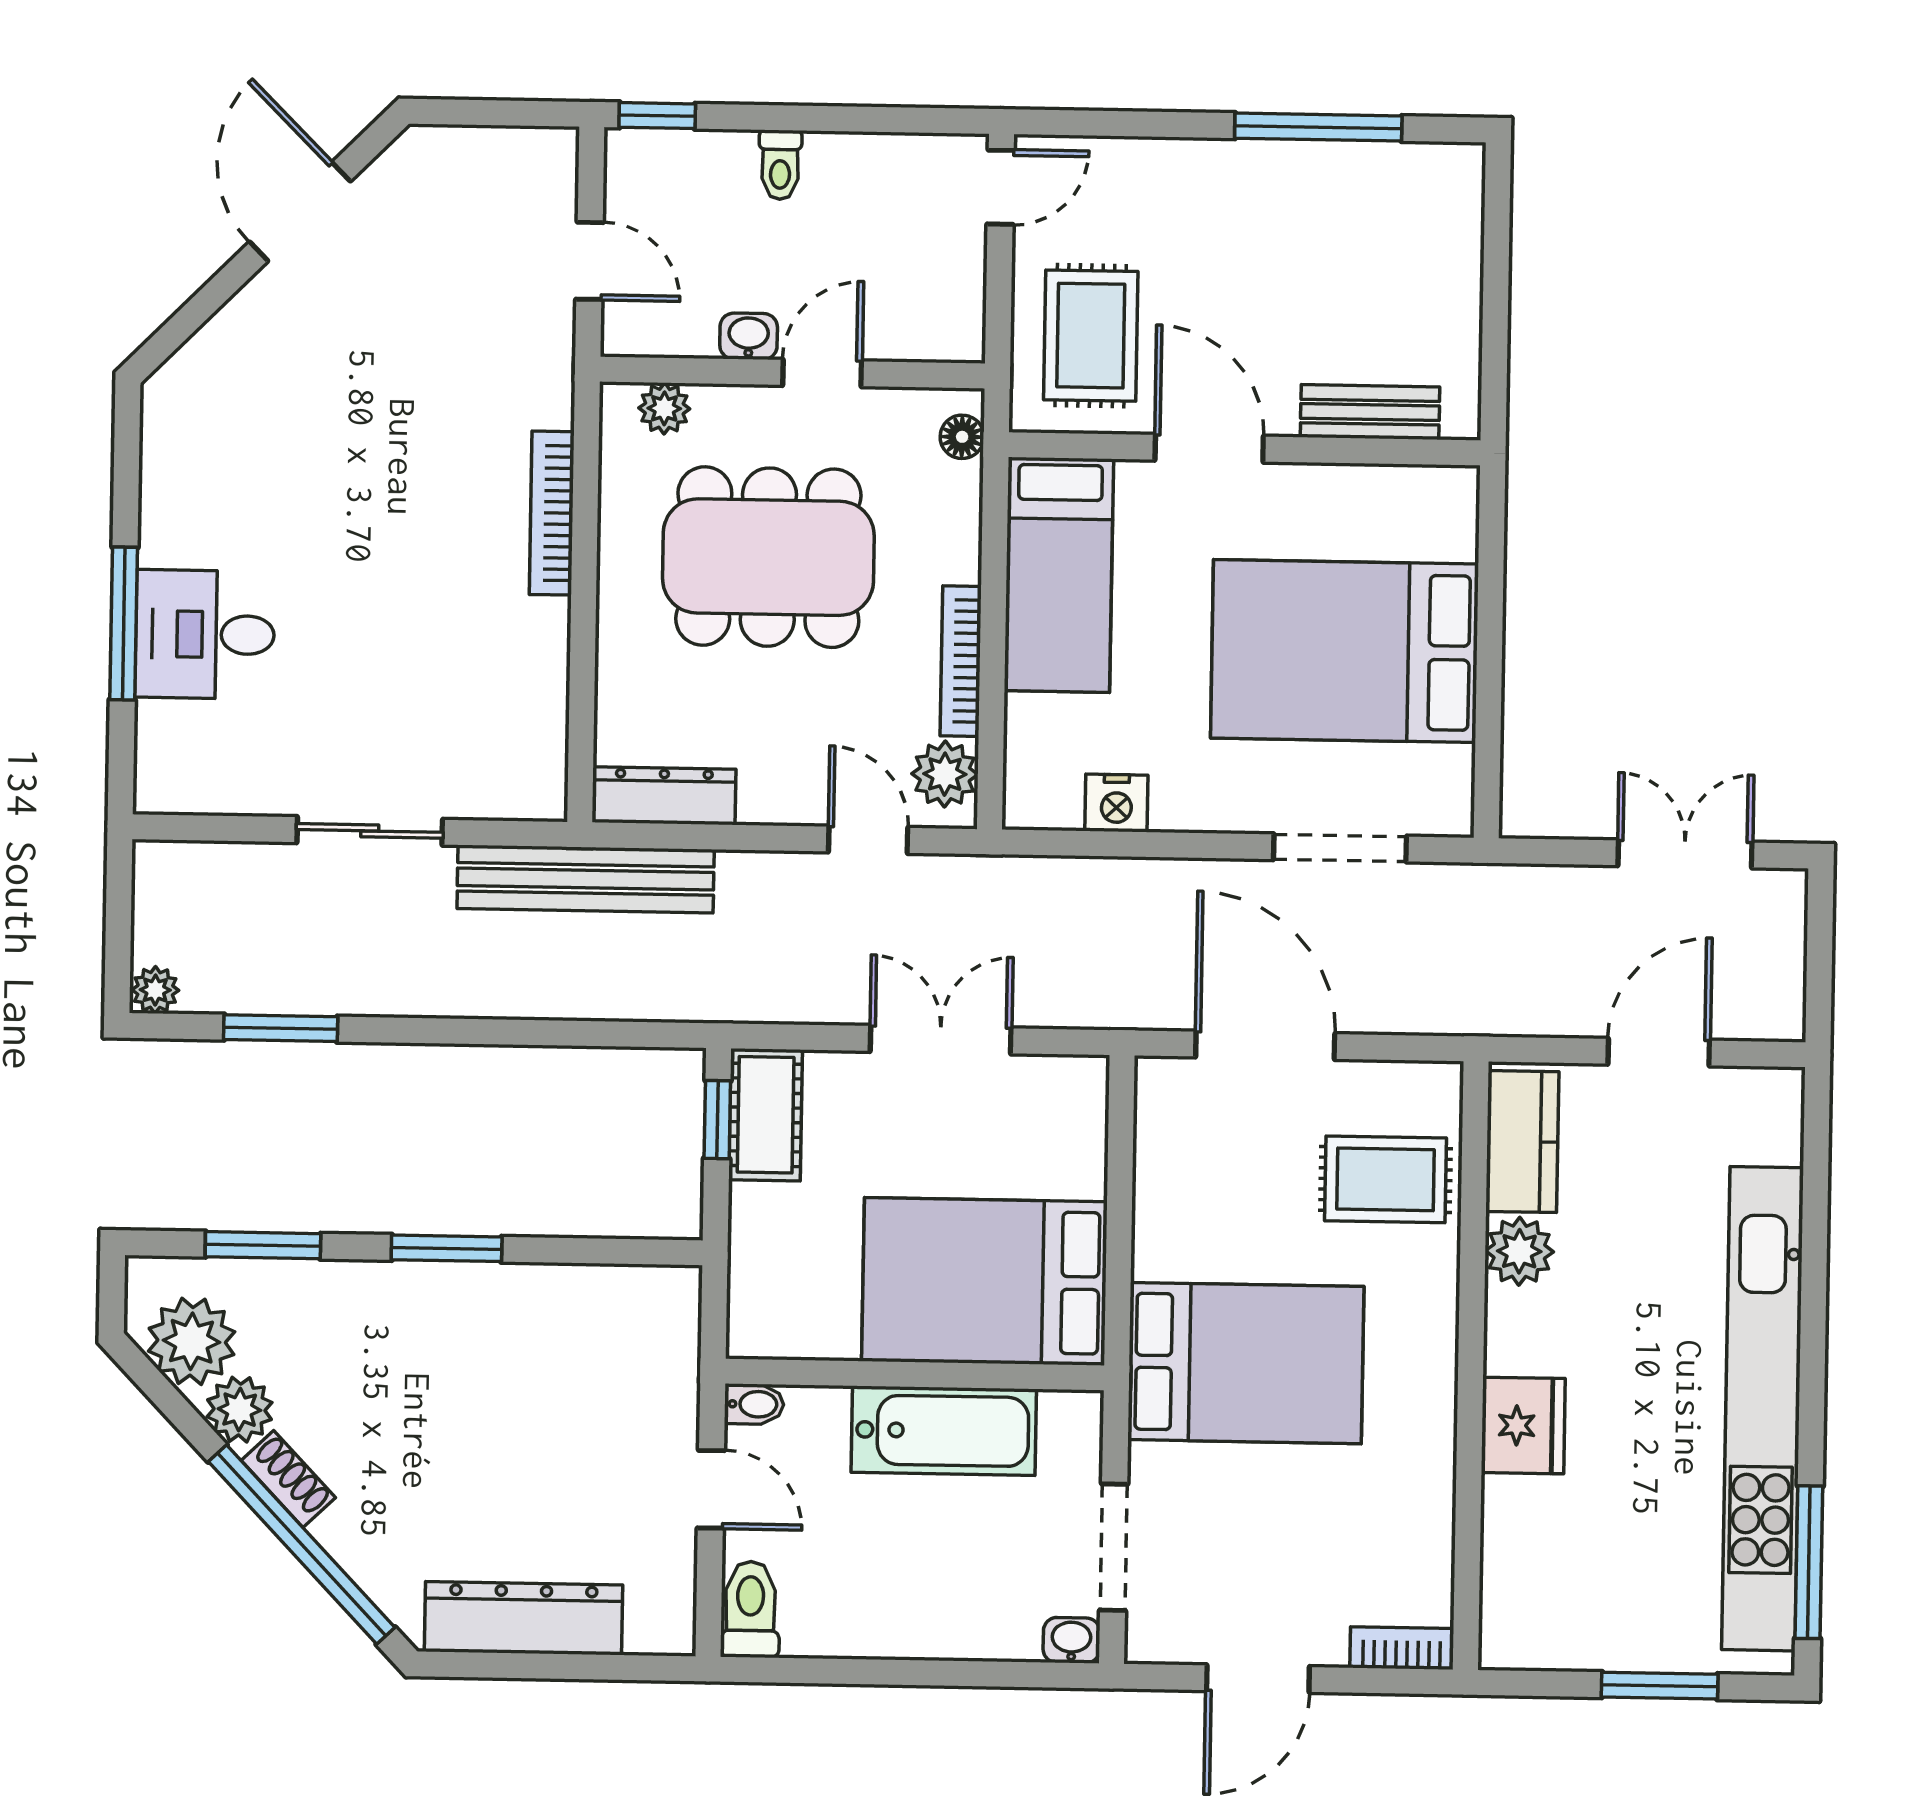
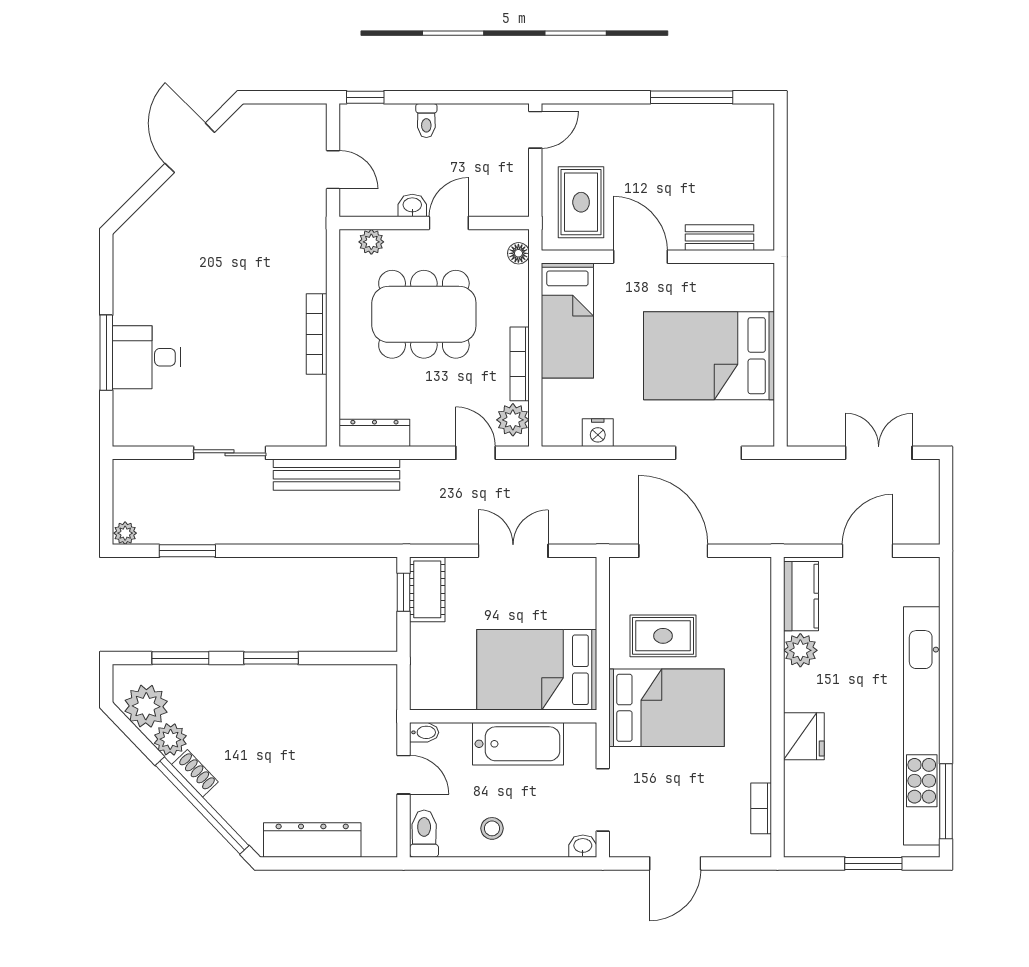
bookcase: (552, 513) -> (317, 334), moved
rug: (1385, 1179) -> (663, 636), moved
stool: (888, 1601) -> (492, 828), added
bookcase: (1402, 1648) -> (761, 808), moved, turned -90

